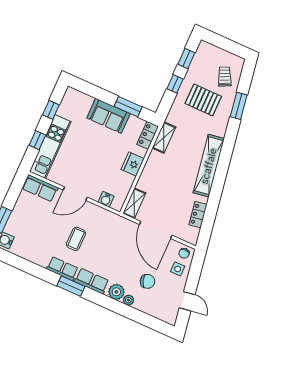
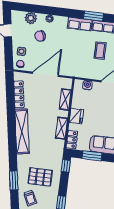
window: (175, 84) -> (66, 166), moved
shelving: (164, 138) -> (62, 128), moved
shelving: (134, 203) -> (65, 99), moved
locker: (198, 215) -> (19, 94), width x1.53
door: (156, 230) -> (46, 74), hinge flipped
plant: (116, 292) -> (31, 18), moved

